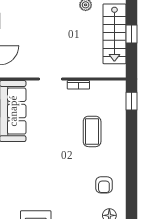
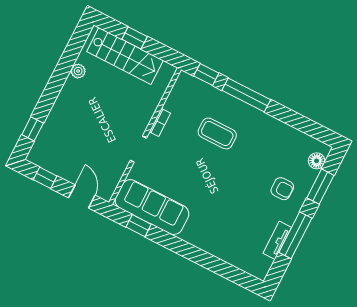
window: (132, 138) -> (246, 95), added
armchair: (104, 185) -> (282, 189), moved

